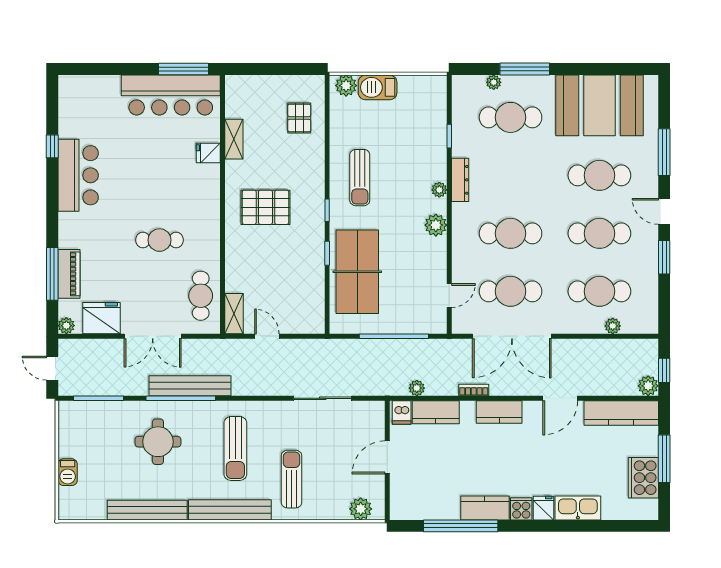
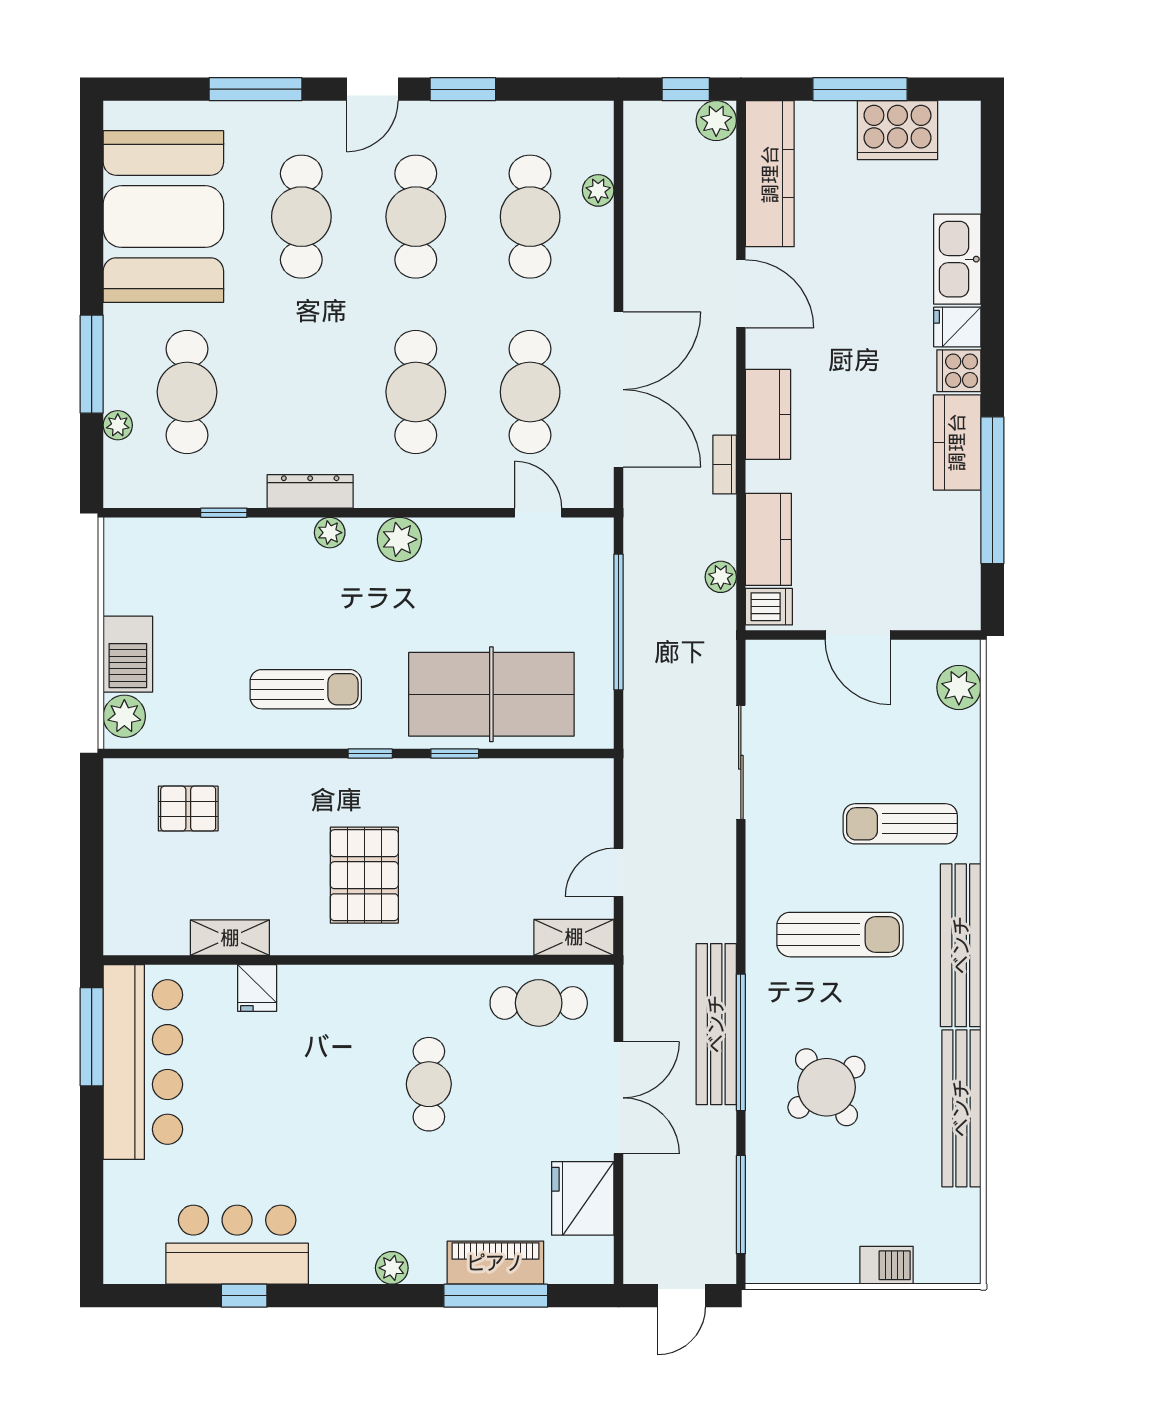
bar counter: (78, 175) -> (237, 1245), moved
plant: (66, 326) -> (392, 1268), moved
round table: (158, 442) -> (826, 1087), turned -36

